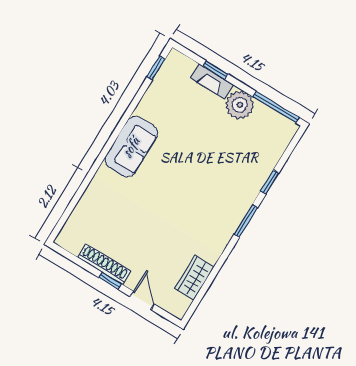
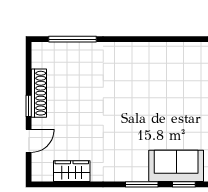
sofa: (131, 147) -> (176, 166), moved, turned 180
window: (73, 203) -> (73, 39), added

